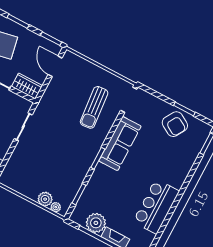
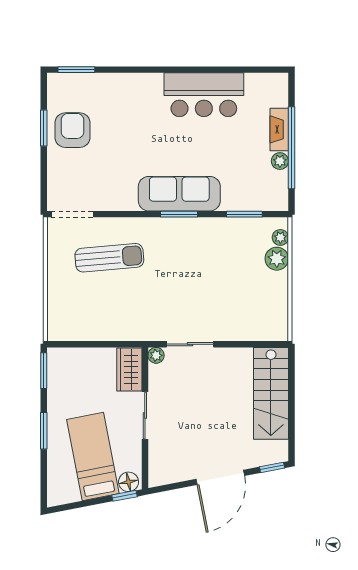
door: (55, 66) -> (80, 344), removed
plant: (27, 105) -> (156, 355), added
armchair: (175, 124) -> (73, 130), turned -31
sofa: (120, 144) -> (179, 194), moved
plant: (96, 223) -> (280, 161), width x0.53, depth x0.53

